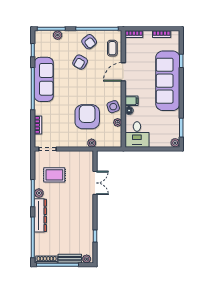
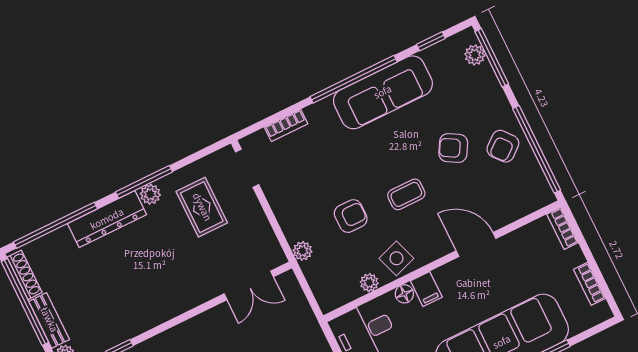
plant: (58, 35) -> (475, 55), moved
coffee table: (112, 48) -> (406, 194), moved
armchair: (87, 117) -> (351, 216), width x0.53, depth x0.53
double door: (95, 183) -> (249, 285), moved

